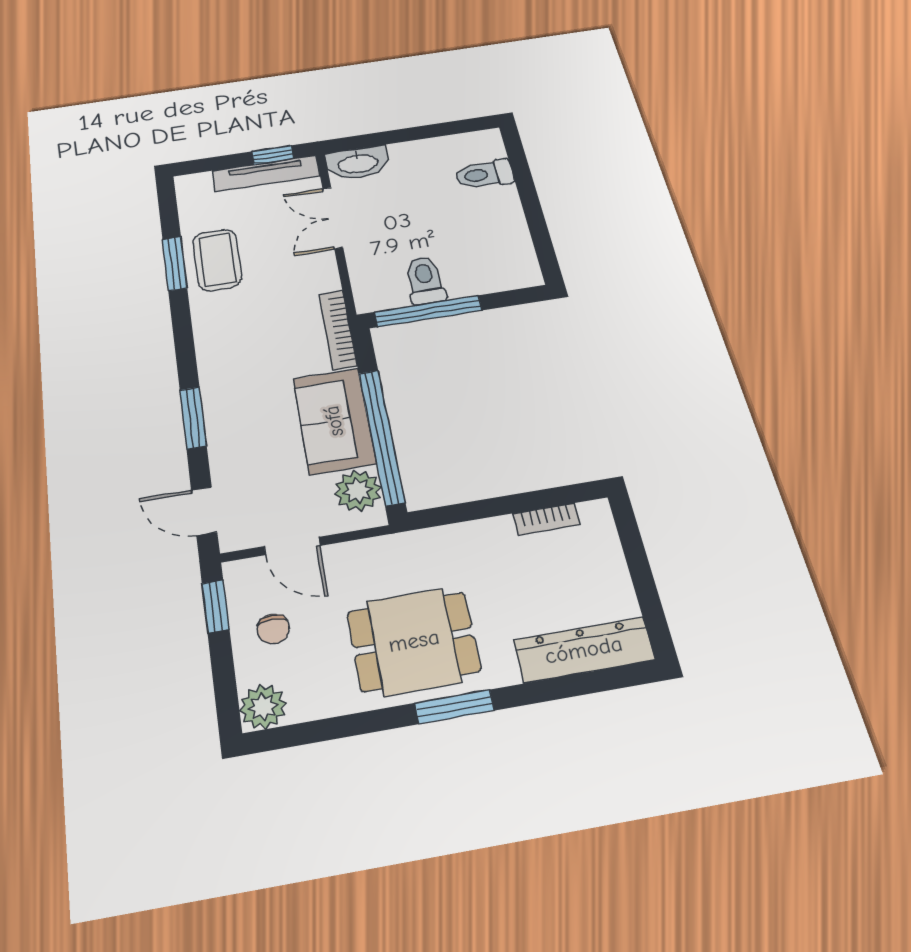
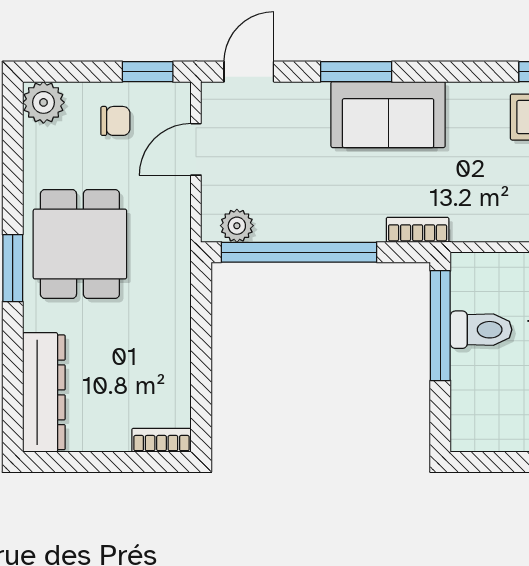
bookcase: (338, 330) -> (418, 230), width x0.64
sofa: (334, 421) -> (388, 115), moved, turned 180
plant: (358, 491) -> (237, 226), width x0.73, depth x0.73
bookcase: (546, 519) -> (162, 440), moved, turned 90
chair: (273, 629) -> (115, 121), turned 180

